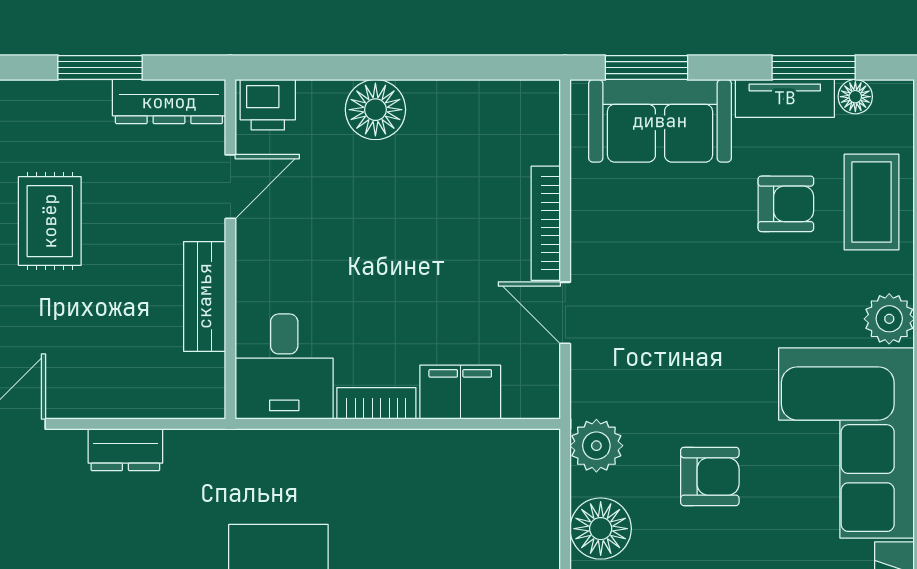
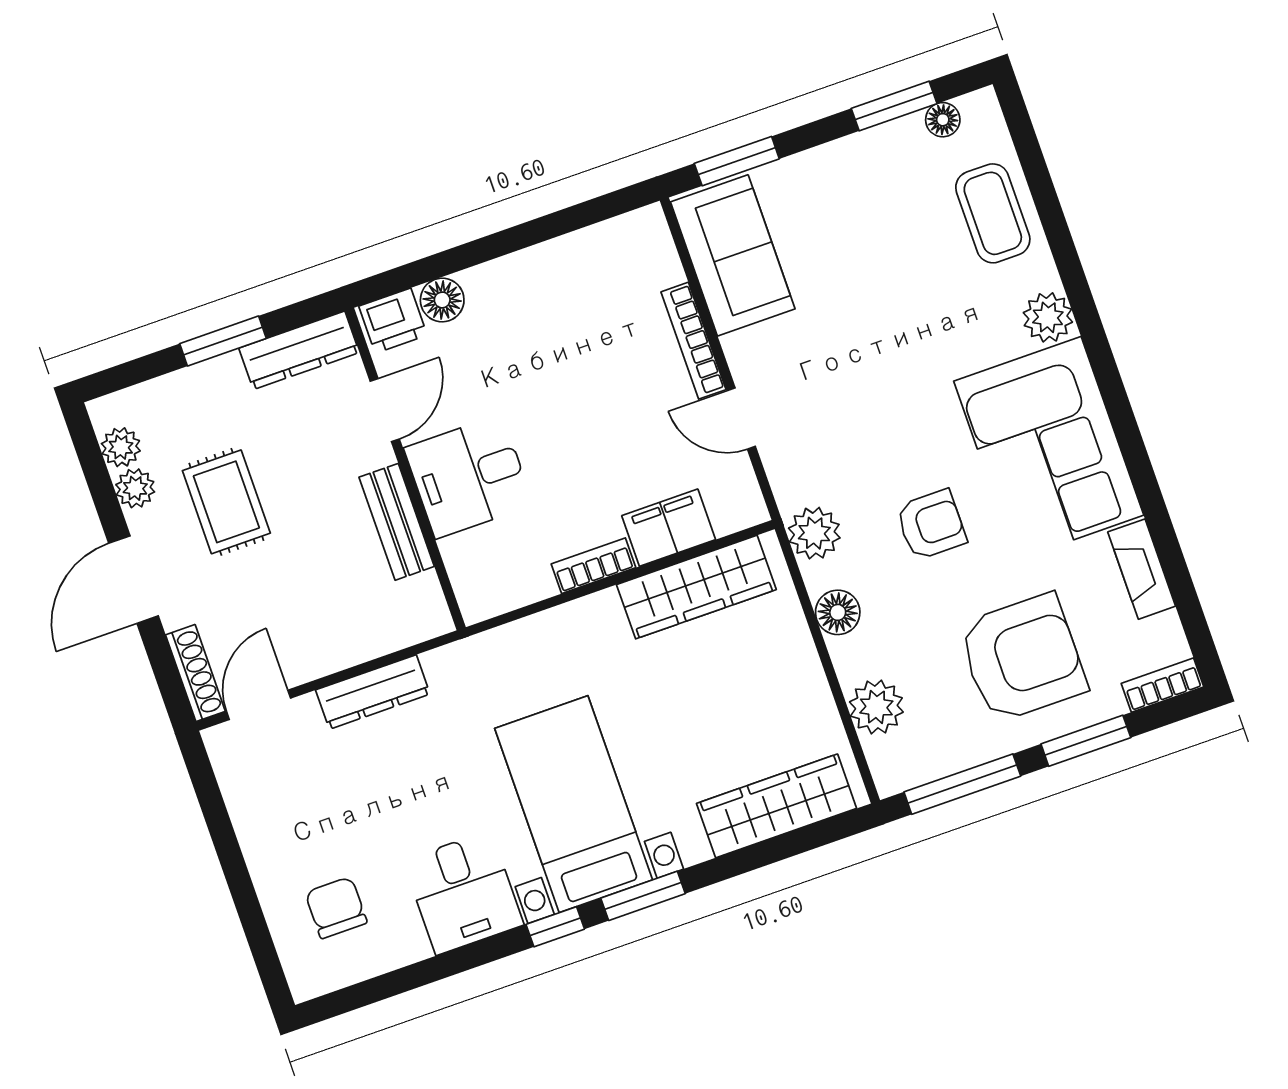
tv unit: (785, 98) -> (877, 145), removed
floor lamp: (375, 110) -> (442, 300), moved, width x0.73, depth x0.73
sofa: (660, 121) -> (733, 255), moved, turned -90
armchair: (786, 204) -> (913, 243), removed
desk: (284, 367) -> (469, 476), moved, turned 90
dresser: (125, 450) -> (373, 692), width x1.44
wardrobe: (467, 458) -> (696, 587), added
floor lamp: (601, 529) -> (838, 612), width x0.73, depth x0.73

